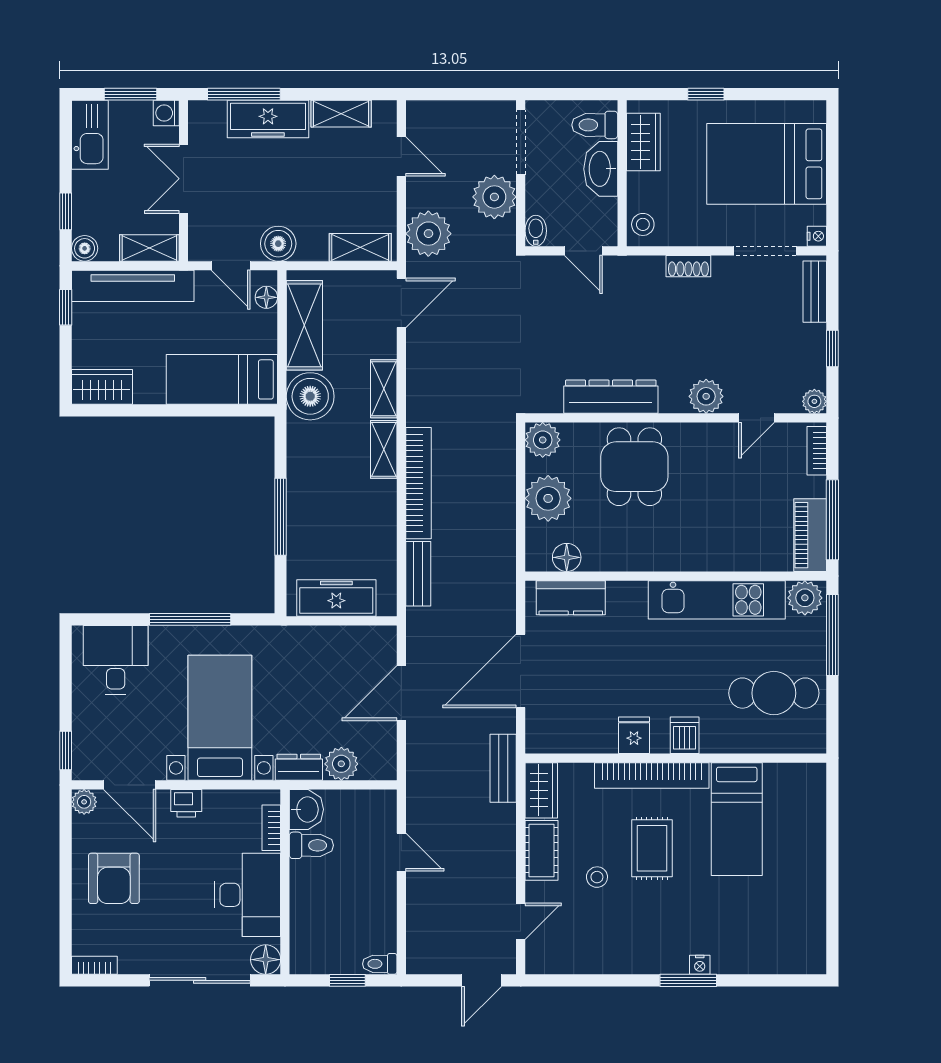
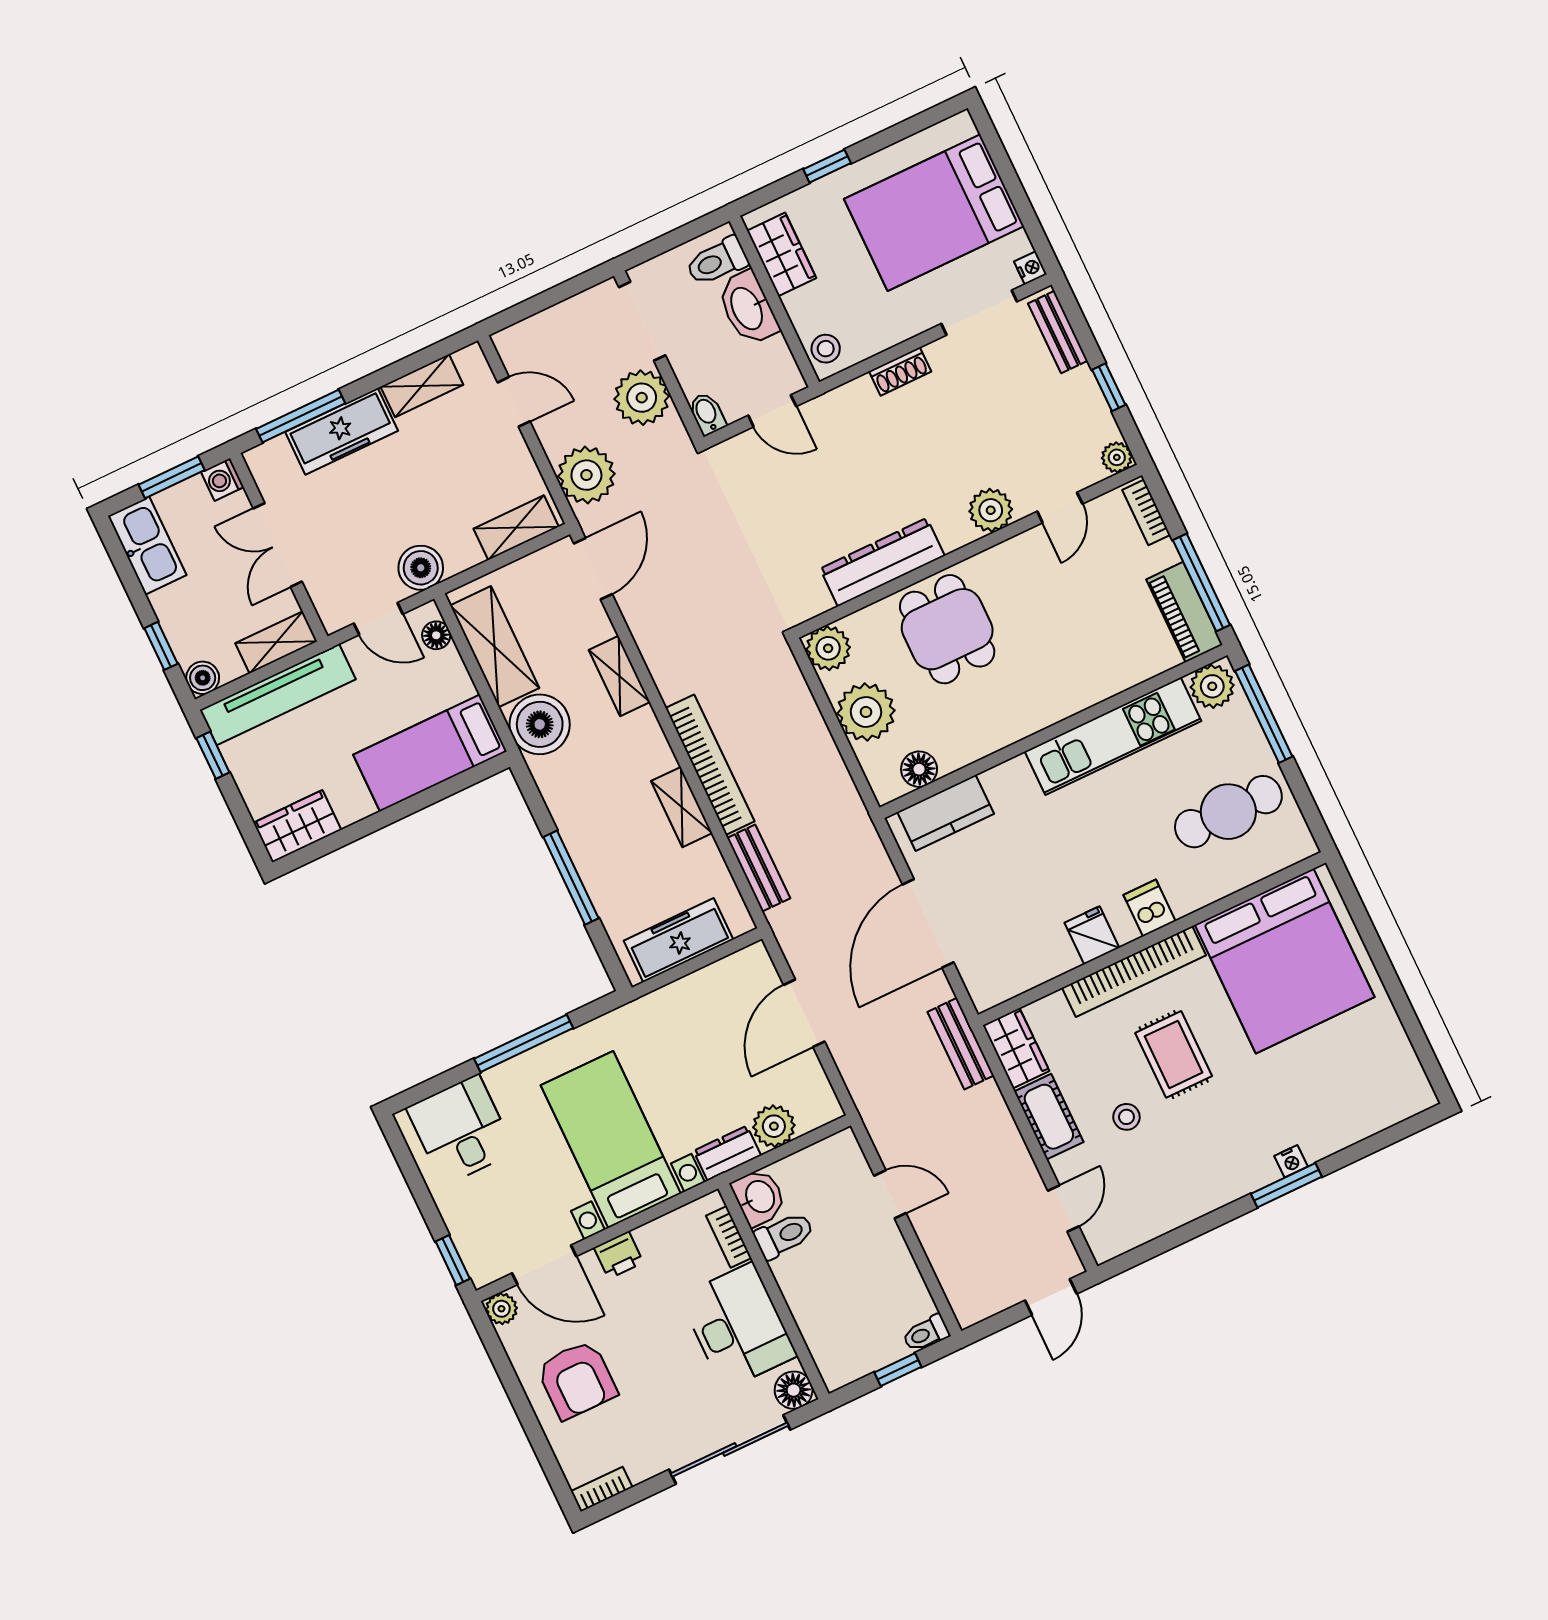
shelving: (384, 449) -> (682, 807), moved
bed: (737, 819) -> (1285, 961), width x2.04

